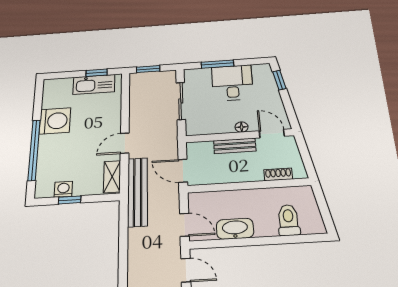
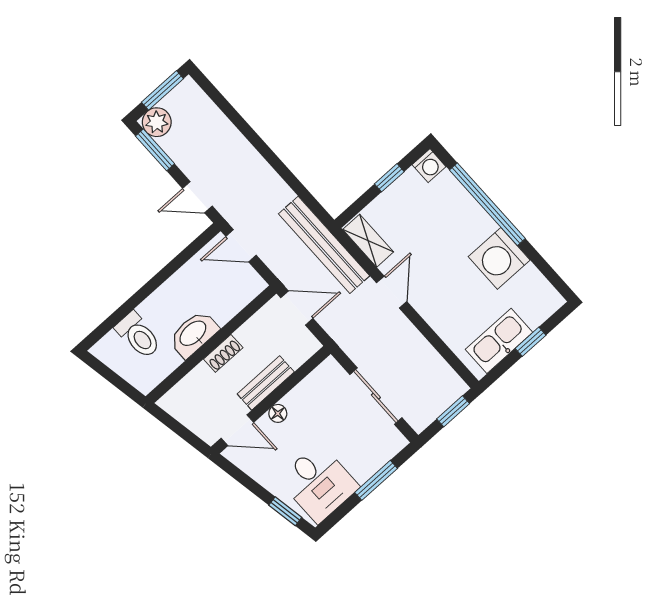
window: (96, 73) -> (531, 342), moved
desk: (232, 83) -> (318, 483), moved
shoe rack: (278, 174) -> (223, 353), moved
washing machine: (63, 189) -> (429, 166), moved
washbasin: (235, 229) -> (193, 334), moved, turned 180

